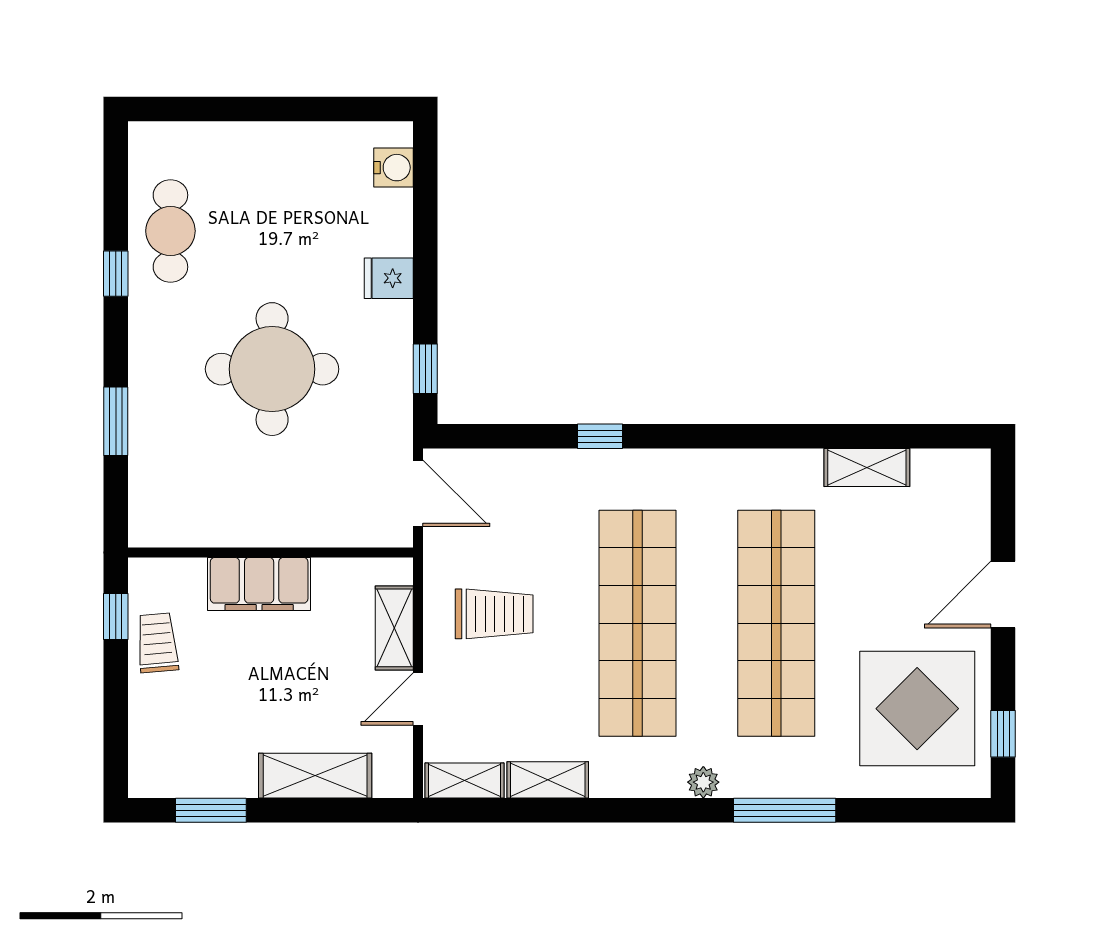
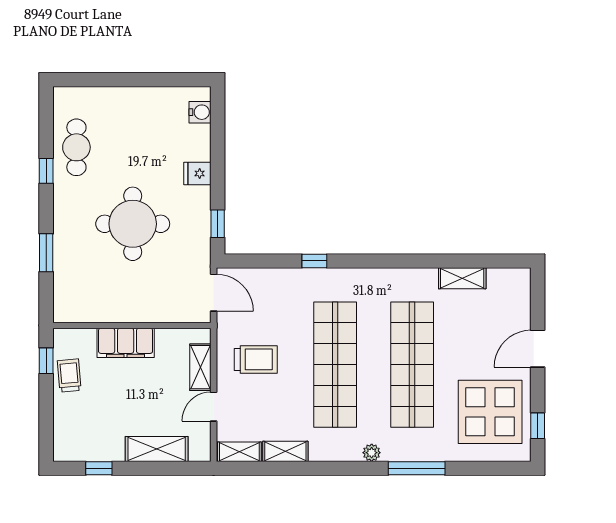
window: (211, 810) -> (99, 468), width x0.67

